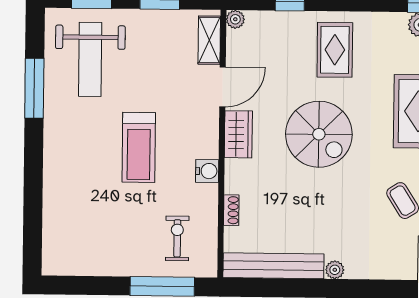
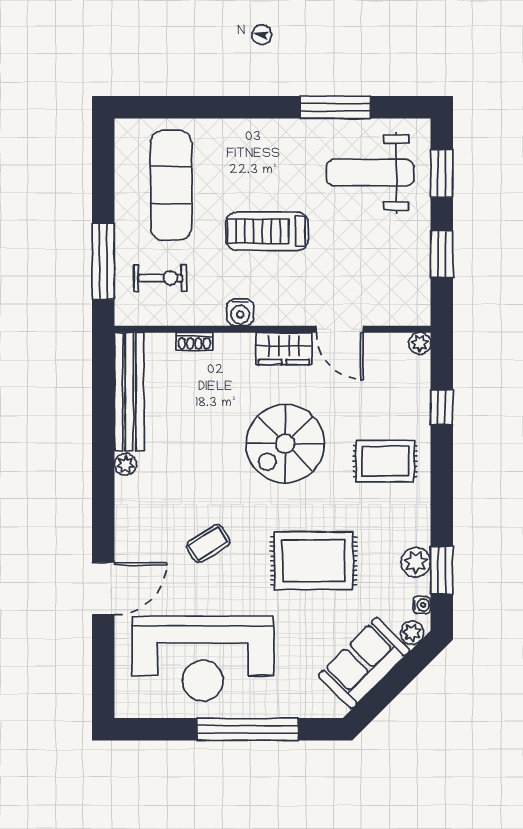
shelving: (209, 40) -> (395, 313), removed
exercise mat: (99, 228) -> (171, 185), added

